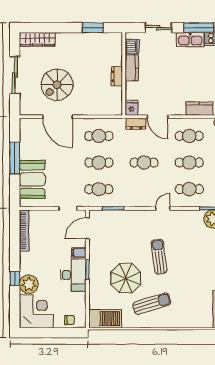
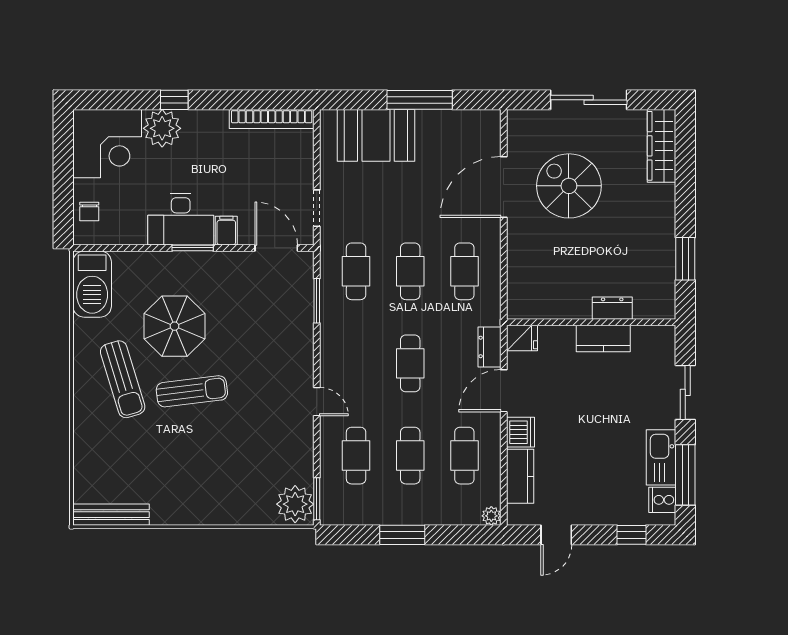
dishwasher: (132, 46) -> (520, 432), moved, turned -90
dresser: (117, 76) -> (612, 308), moved
sun lounger: (159, 257) -> (192, 391), moved

